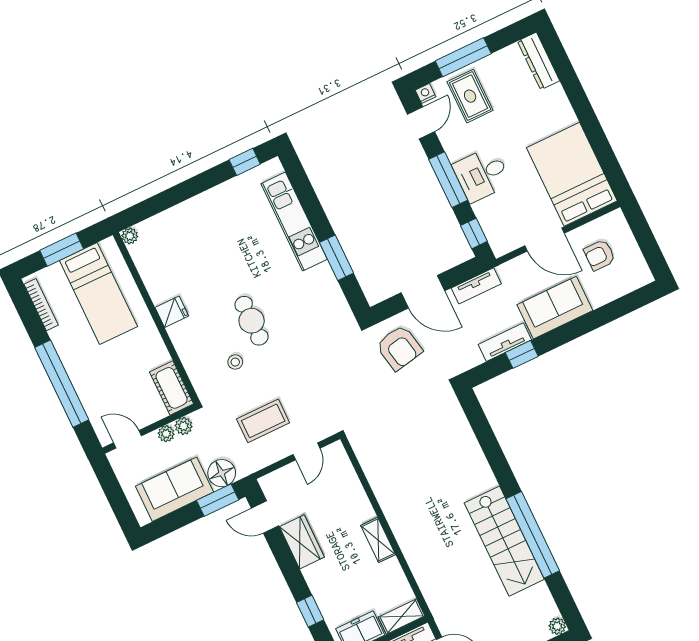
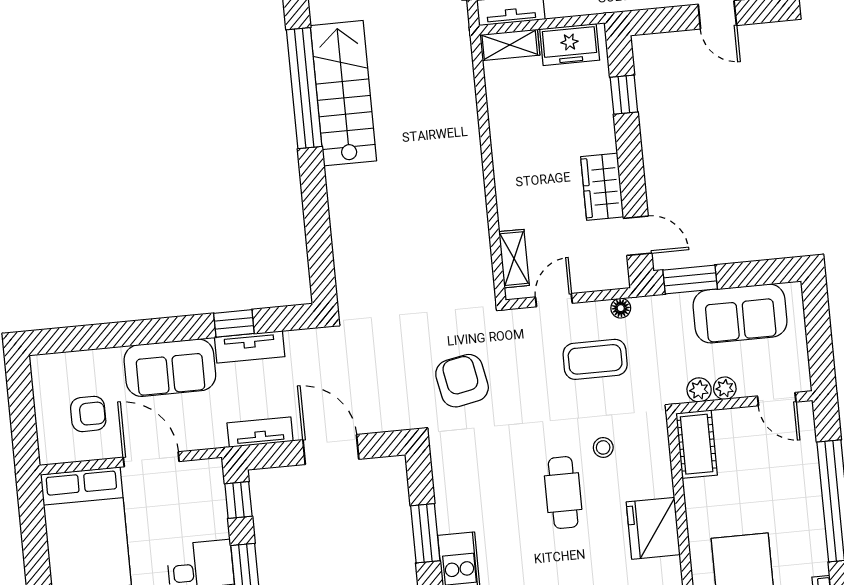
fridge: (172, 312) -> (653, 528), width x1.88, depth x1.34
armchair: (399, 348) -> (462, 381), moved
floor lamp: (222, 473) -> (621, 308), moved, width x0.53, depth x0.53
shelving: (378, 540) -> (514, 259), moved

